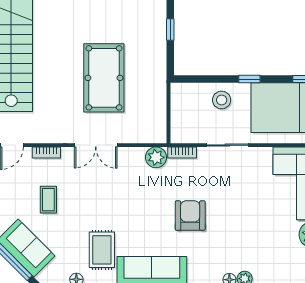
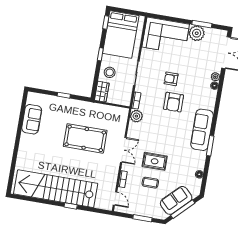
wardrobe: (187, 92) -> (102, 92), added
armchair: (228, 205) -> (171, 79), added
armchair: (190, 216) -> (174, 102), turned -90
rug: (102, 250) -> (155, 161), moved

